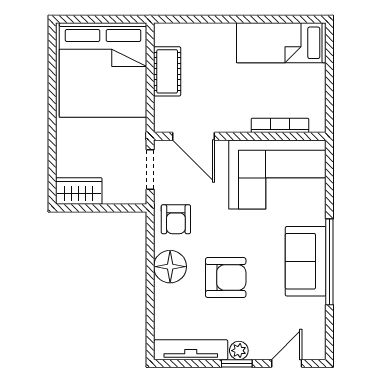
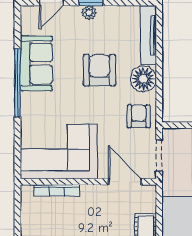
sofa: (306, 261) -> (36, 63), moved
armchair: (226, 278) -> (99, 70), turned 90
tv unit: (191, 350) -> (148, 35), moved, turned 90

